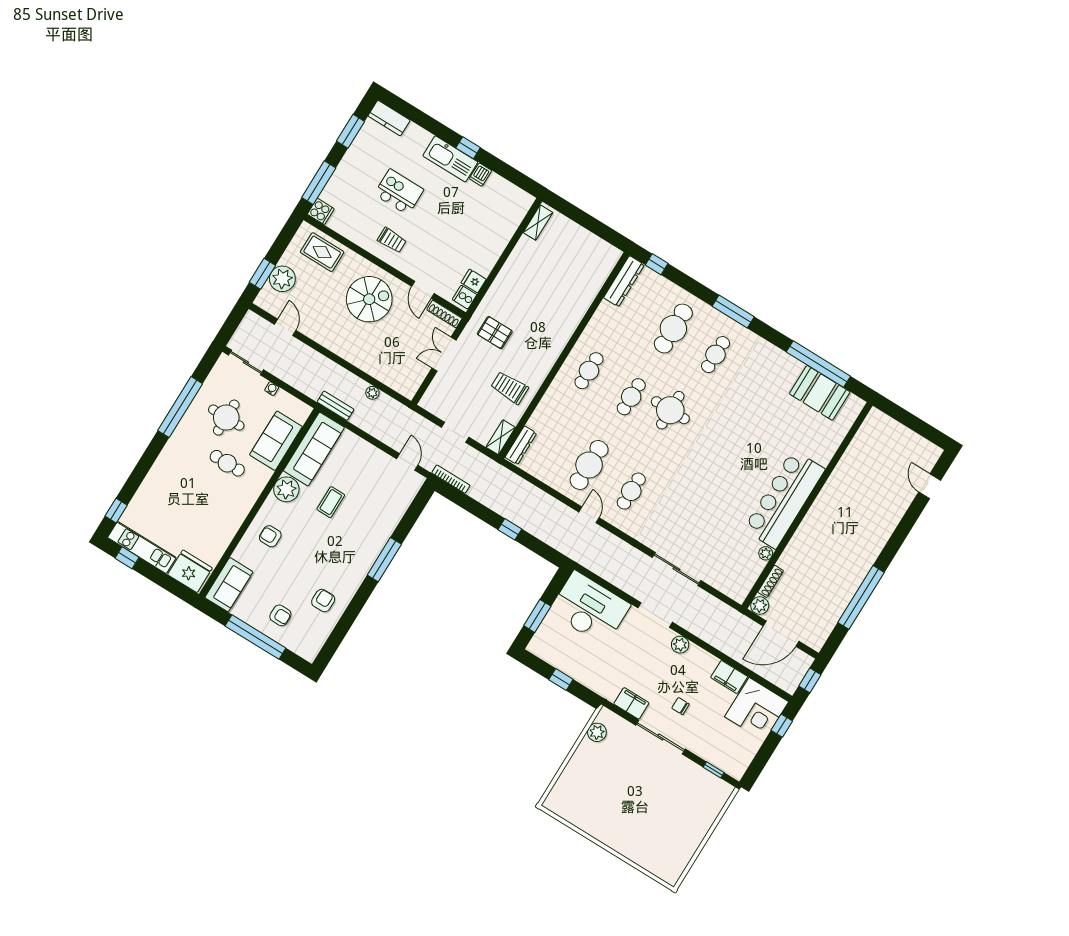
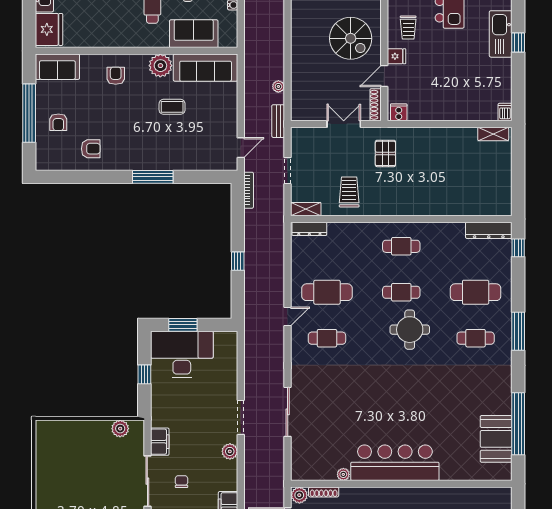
dishwasher: (481, 175) -> (505, 112), moved, turned 90
fridge: (474, 281) -> (396, 56), moved, turned 90
bench: (335, 406) -> (278, 121), moved
desk: (590, 608) -> (182, 355), moved, turned -90

